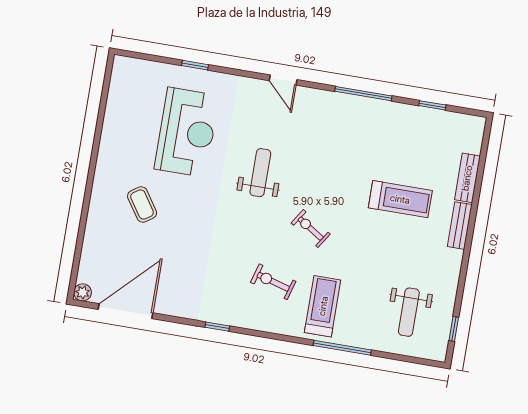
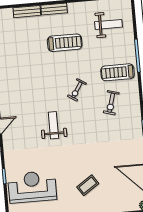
reception desk: (187, 132) -> (32, 187), moved
weight bench: (260, 173) -> (53, 125), turned 90
treadmill: (400, 199) -> (65, 43), moved, turned 90

